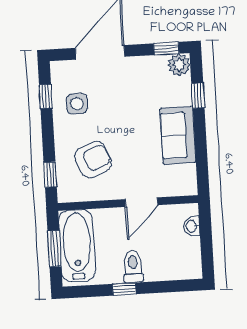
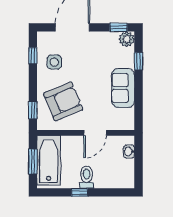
armchair: (93, 159) -> (63, 101), width x1.36, depth x1.36

